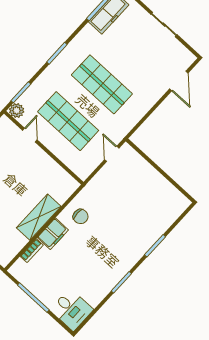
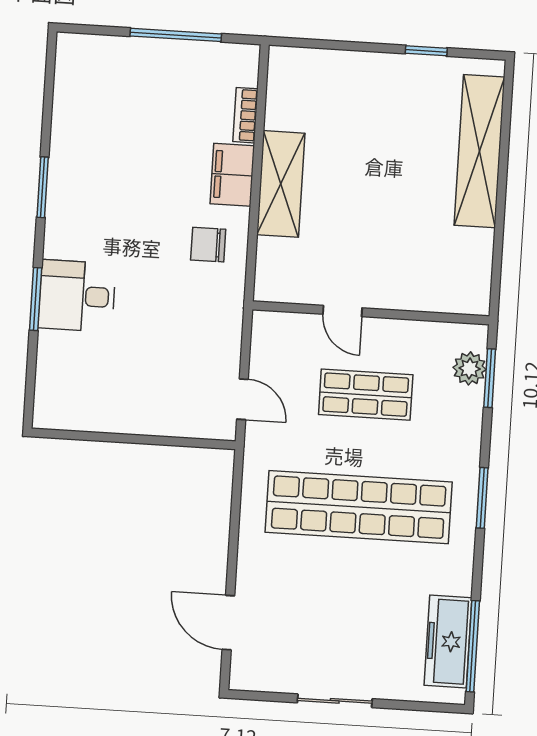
shop shelf: (102, 84) -> (359, 507), width x1.40
plant: (17, 110) -> (470, 368), moved
shop shelf: (68, 121) -> (366, 395), width x0.70, depth x0.74
door: (30, 135) -> (342, 311), moved
desk: (72, 310) -> (77, 296), moved

